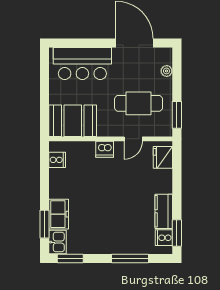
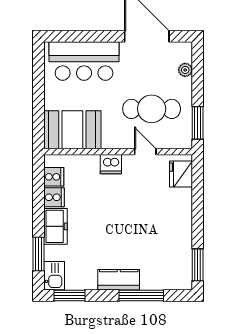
door: (133, 139) -> (145, 152), swing flipped
kitchen counter: (164, 211) -> (119, 280), moved, turned 90
freezer: (59, 214) -> (56, 226), moved
cooker: (164, 238) -> (54, 197), moved, turned 180

